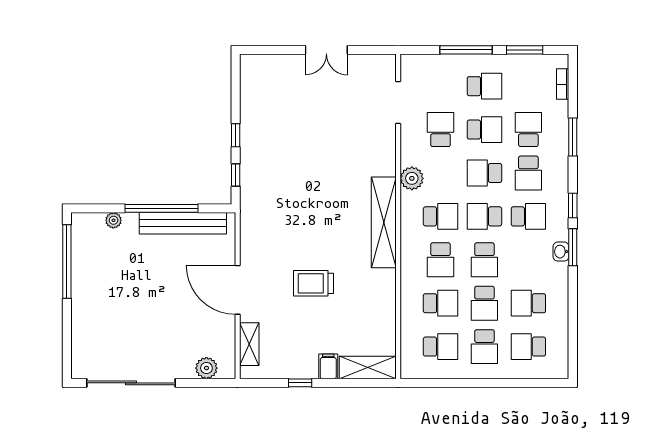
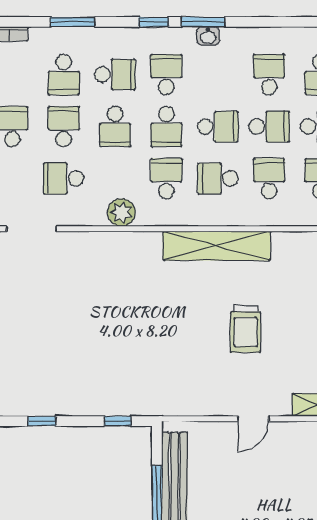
school desk: (528, 130) -> (64, 75), turned -90
window: (236, 135) -> (42, 421), moved
shelving: (384, 222) -> (217, 246), moved
school desk: (441, 260) -> (218, 179), turned 180
door: (238, 290) -> (253, 419), width x0.53
school desk: (528, 303) -> (269, 75), turned 180

